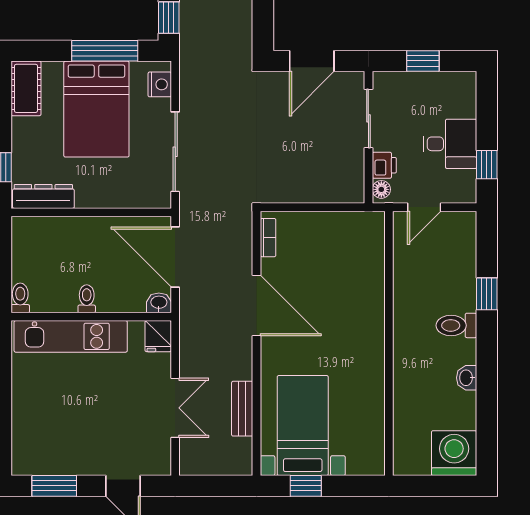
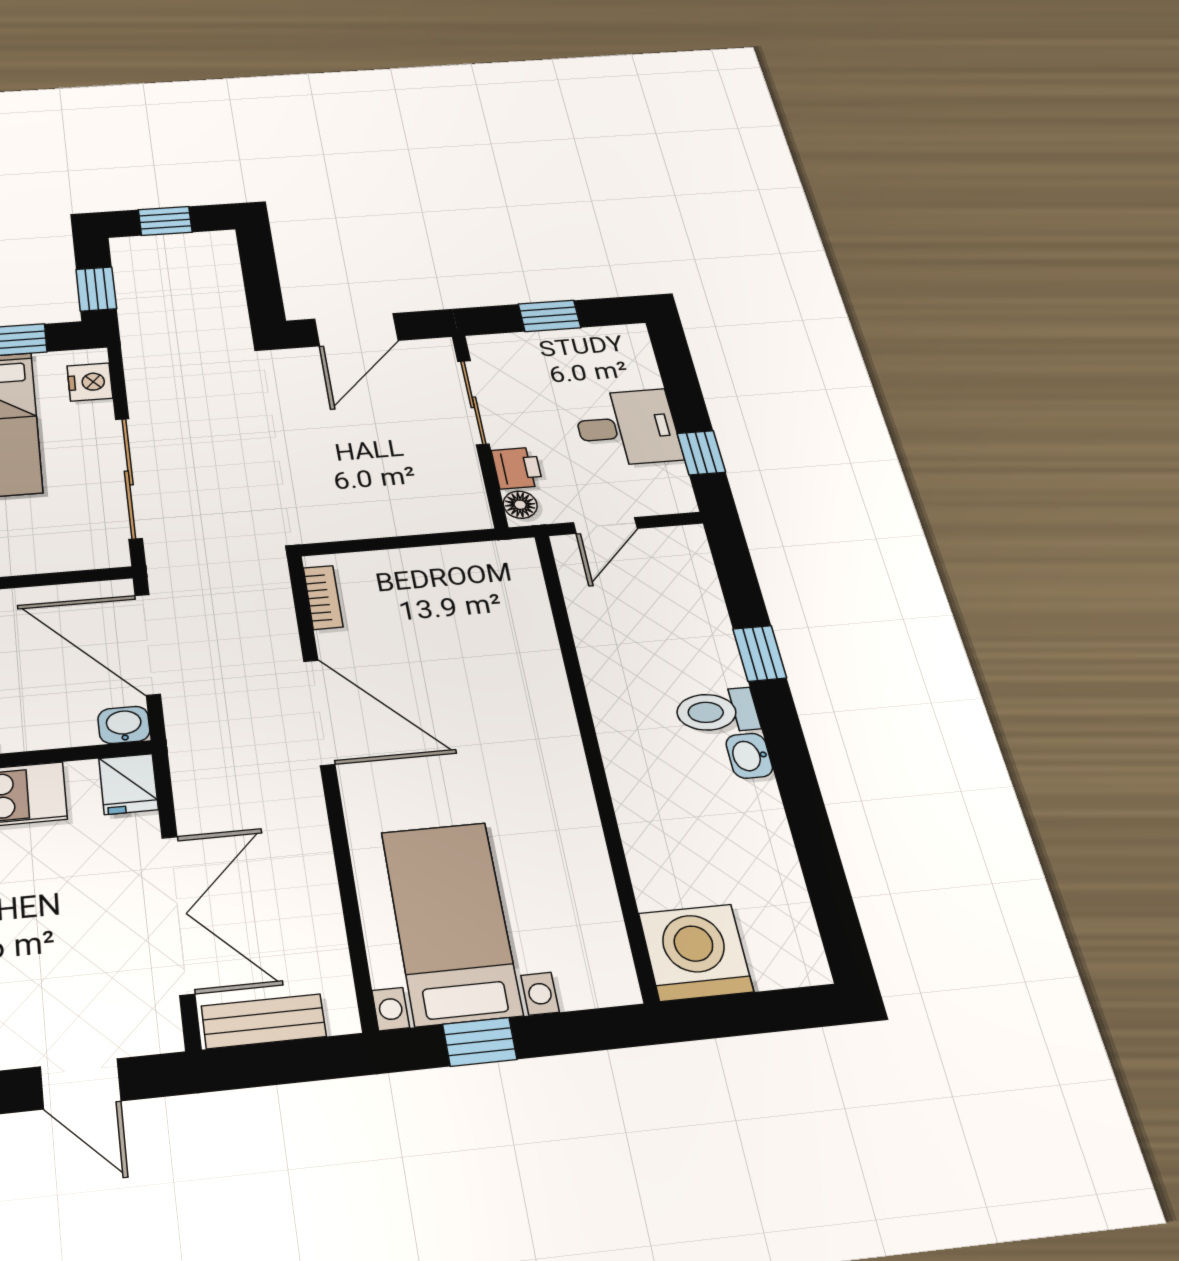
washbasin: (467, 378) -> (749, 756), moved
double door: (175, 408) -> (178, 914), width x1.37
bench: (242, 409) -> (264, 1021), moved, turned 90
washing machine: (454, 453) -> (696, 952), moved

